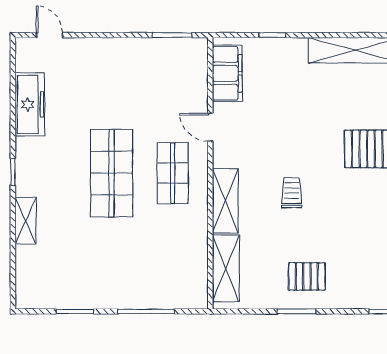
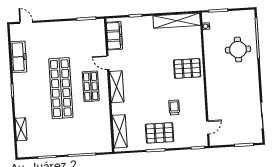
shop shelf: (112, 173) -> (61, 88), width x1.40
trolley: (292, 193) -> (174, 108), moved
shelving: (225, 201) -> (117, 87), moved
shelving: (26, 221) -> (21, 129), moved
pallet: (307, 277) -> (160, 133), width x1.50, depth x1.42

